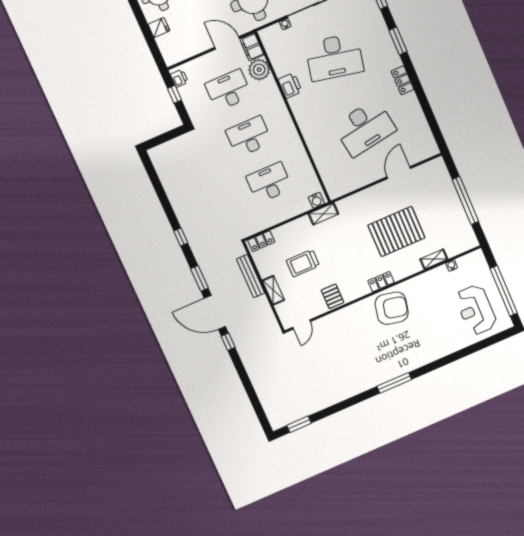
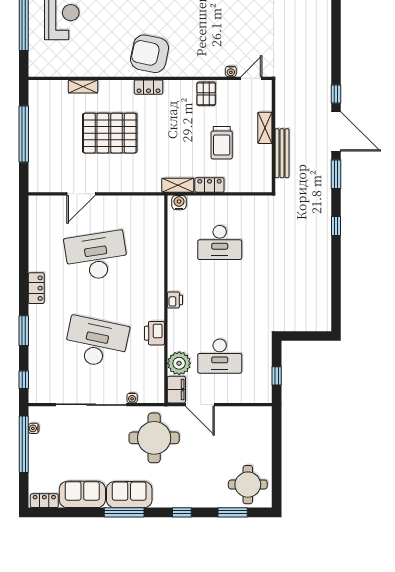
fridge: (159, 28) -> (262, 450), removed
printer: (179, 78) -> (175, 300), moved, turned 180
desk: (249, 137) -> (220, 299), removed
locker: (261, 241) -> (209, 185), moved
trolley: (303, 263) -> (222, 143), turned 90
water cooler: (452, 266) -> (231, 71), moved

